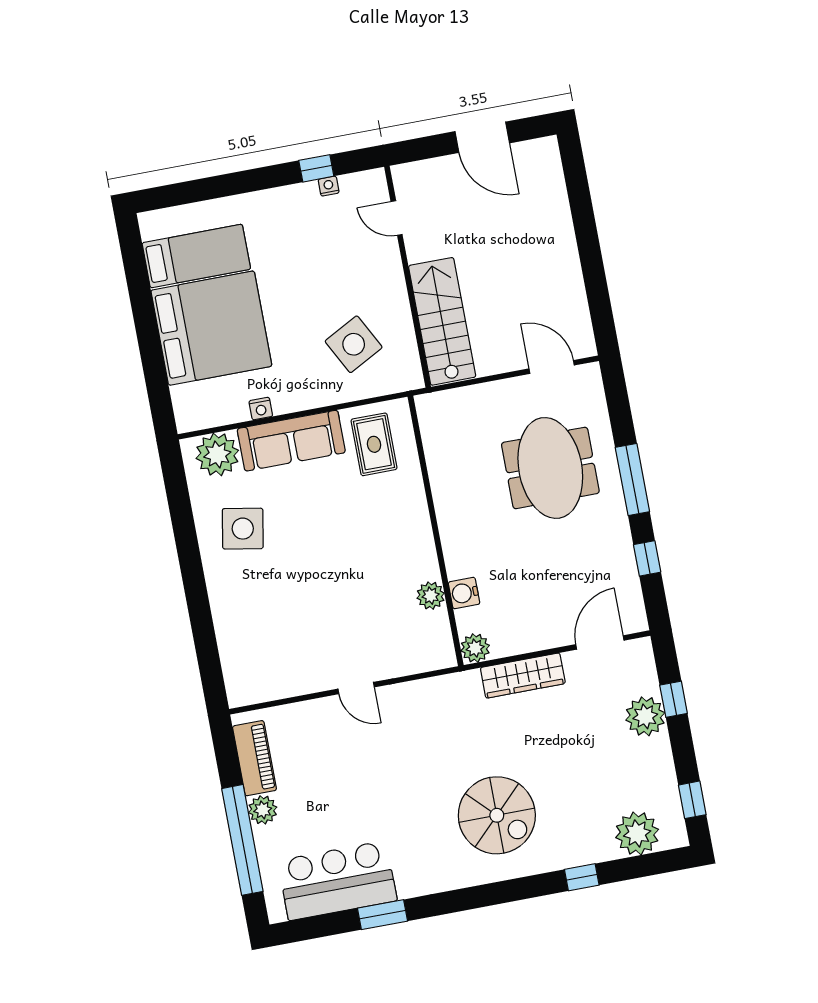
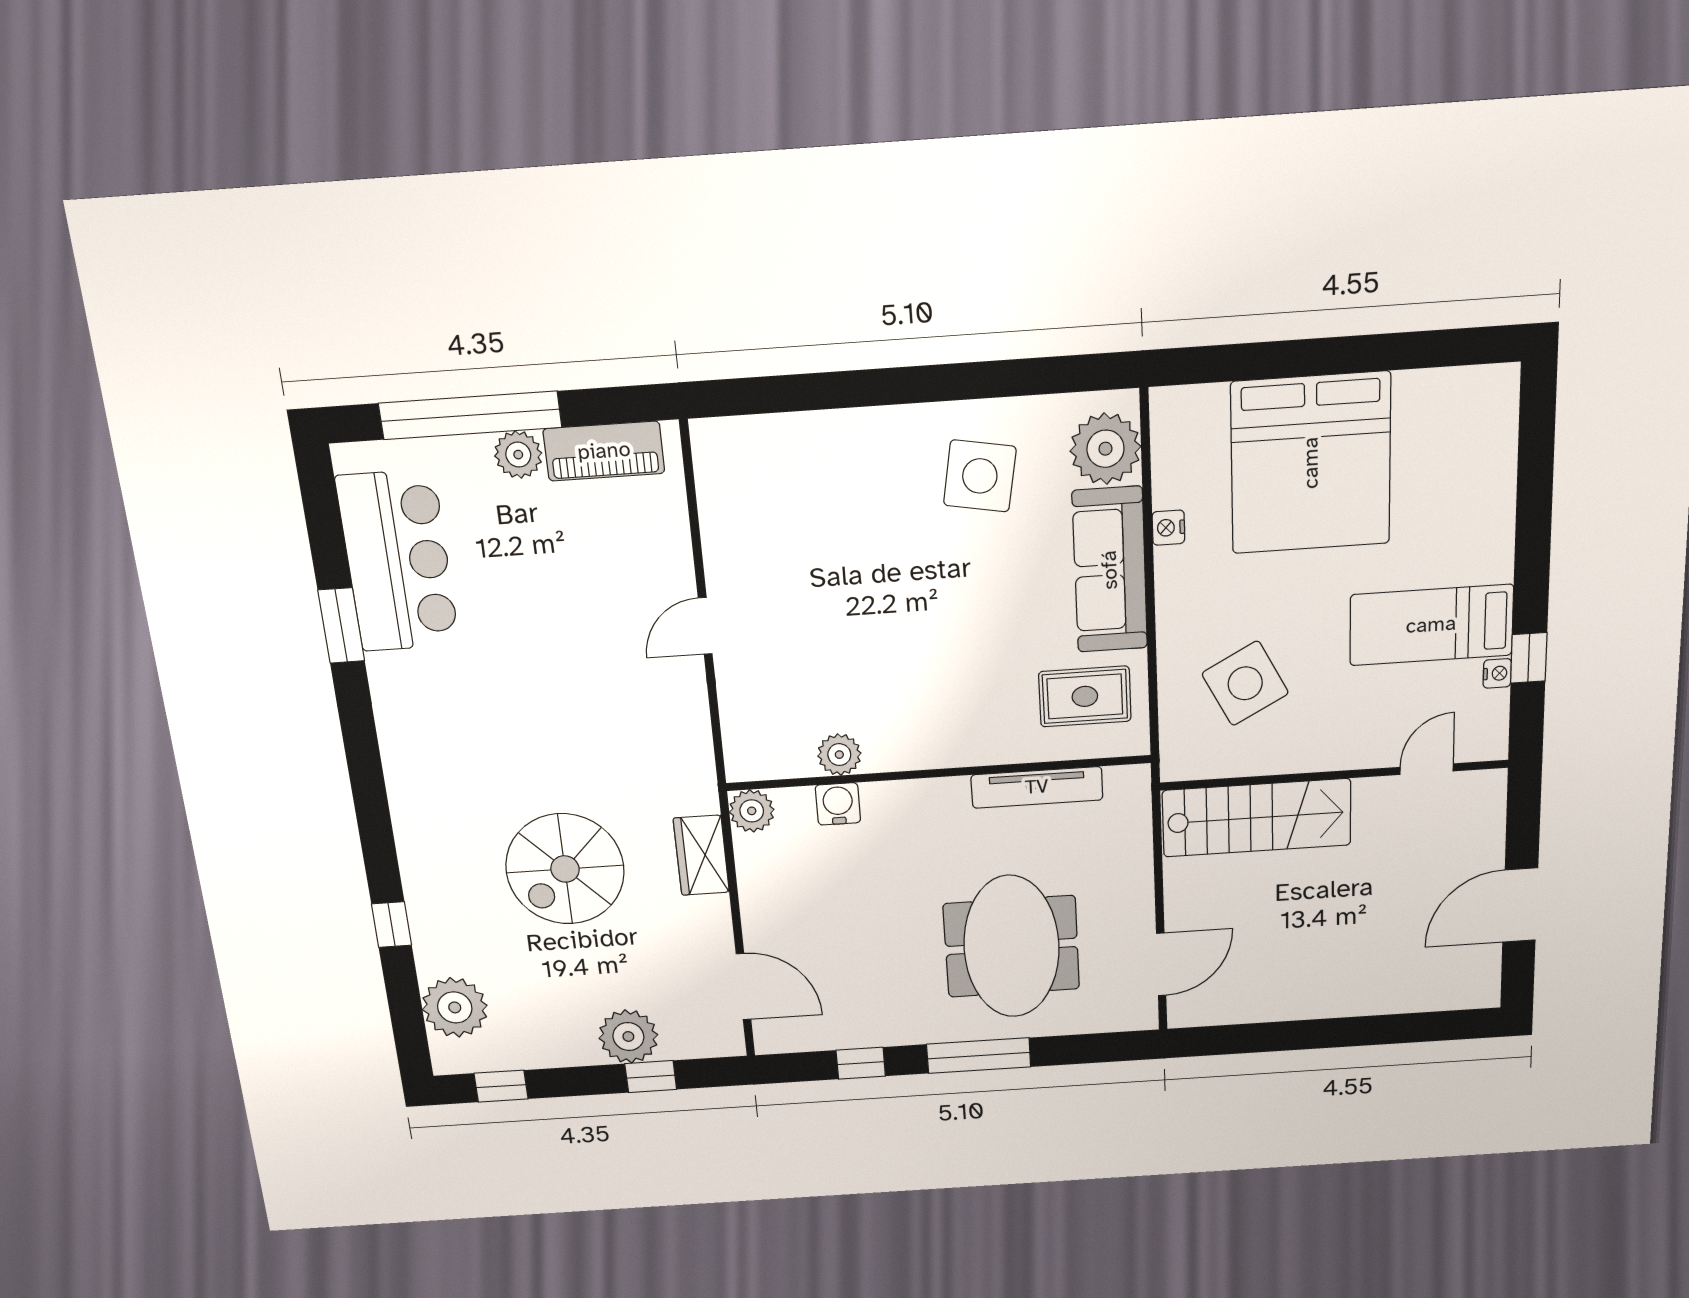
bed: (196, 256) -> (1431, 625), moved, turned 90
tv unit: (438, 466) -> (1037, 787), added
meeting table: (550, 468) -> (1012, 946), turned 90
wardrobe: (523, 676) -> (701, 855), width x0.67
spiral stairs: (497, 815) -> (565, 869), moved

